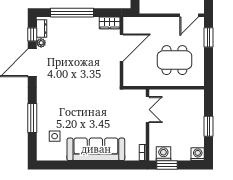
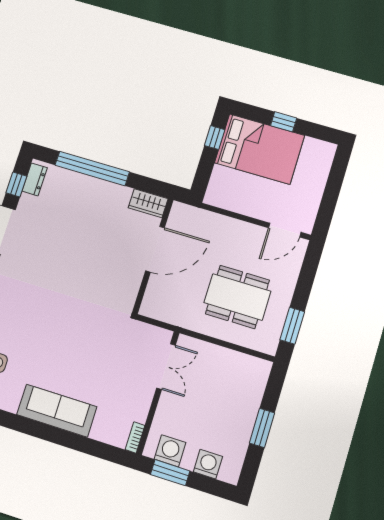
window: (209, 37) -> (292, 326), moved
plant: (41, 43) -> (26, 202), removed
sofa: (96, 149) -> (57, 411), width x0.74, depth x0.79
washing machine: (198, 154) -> (208, 464), moved

